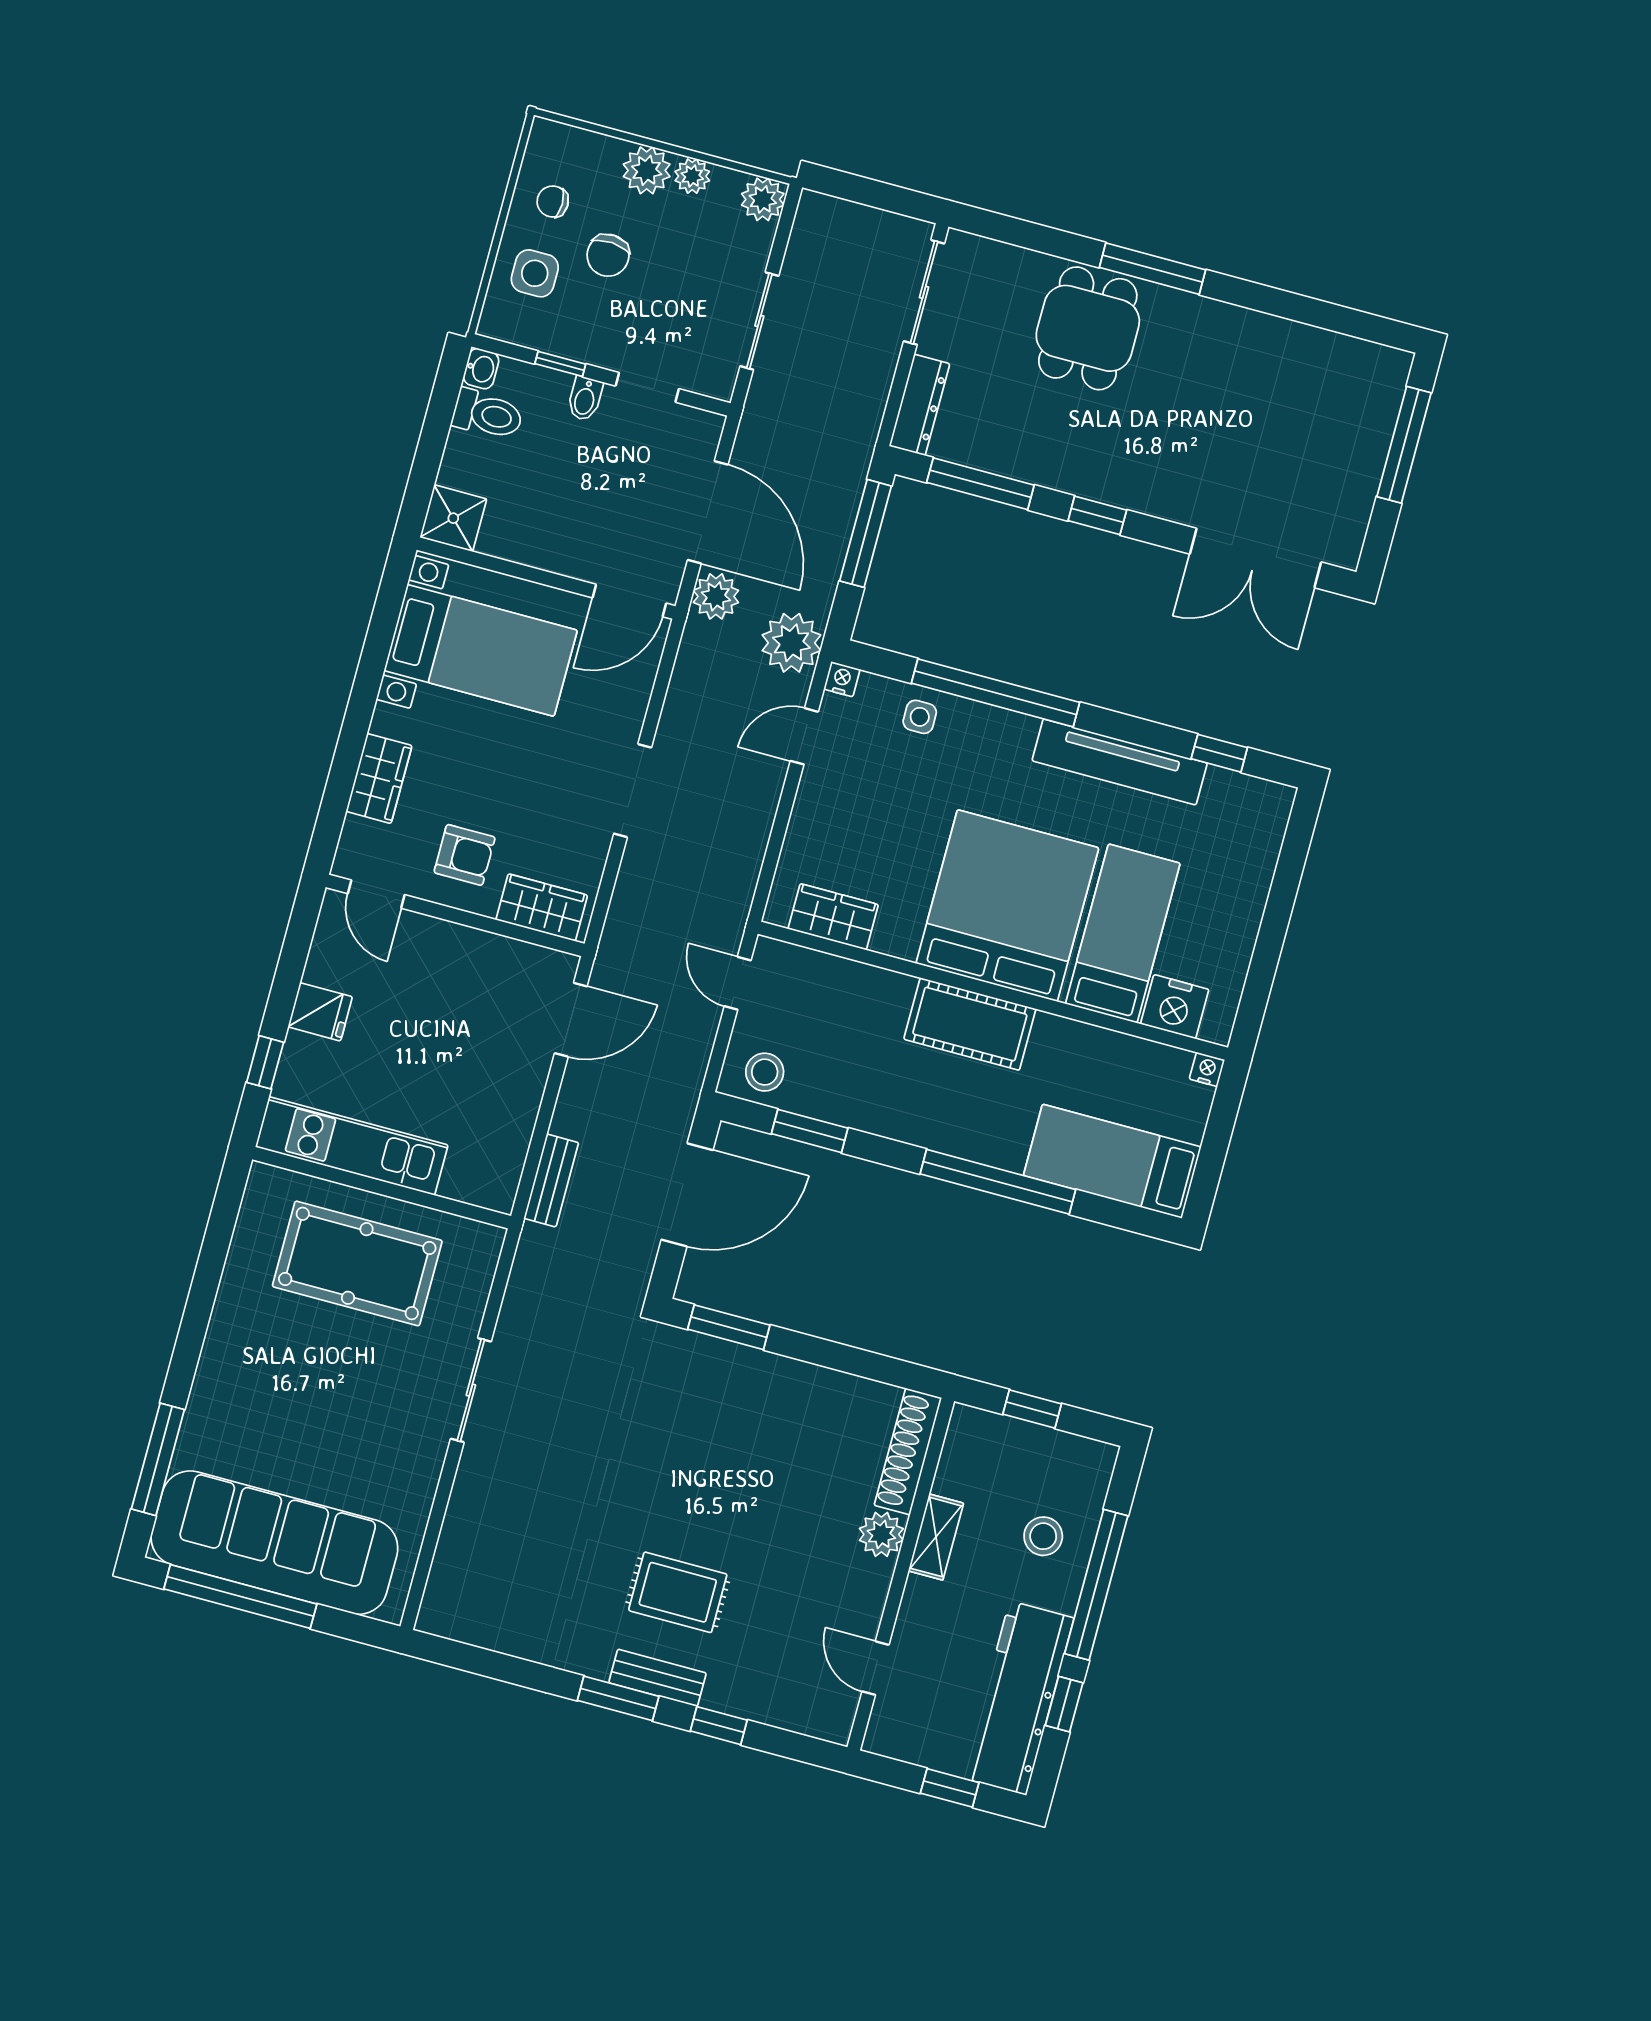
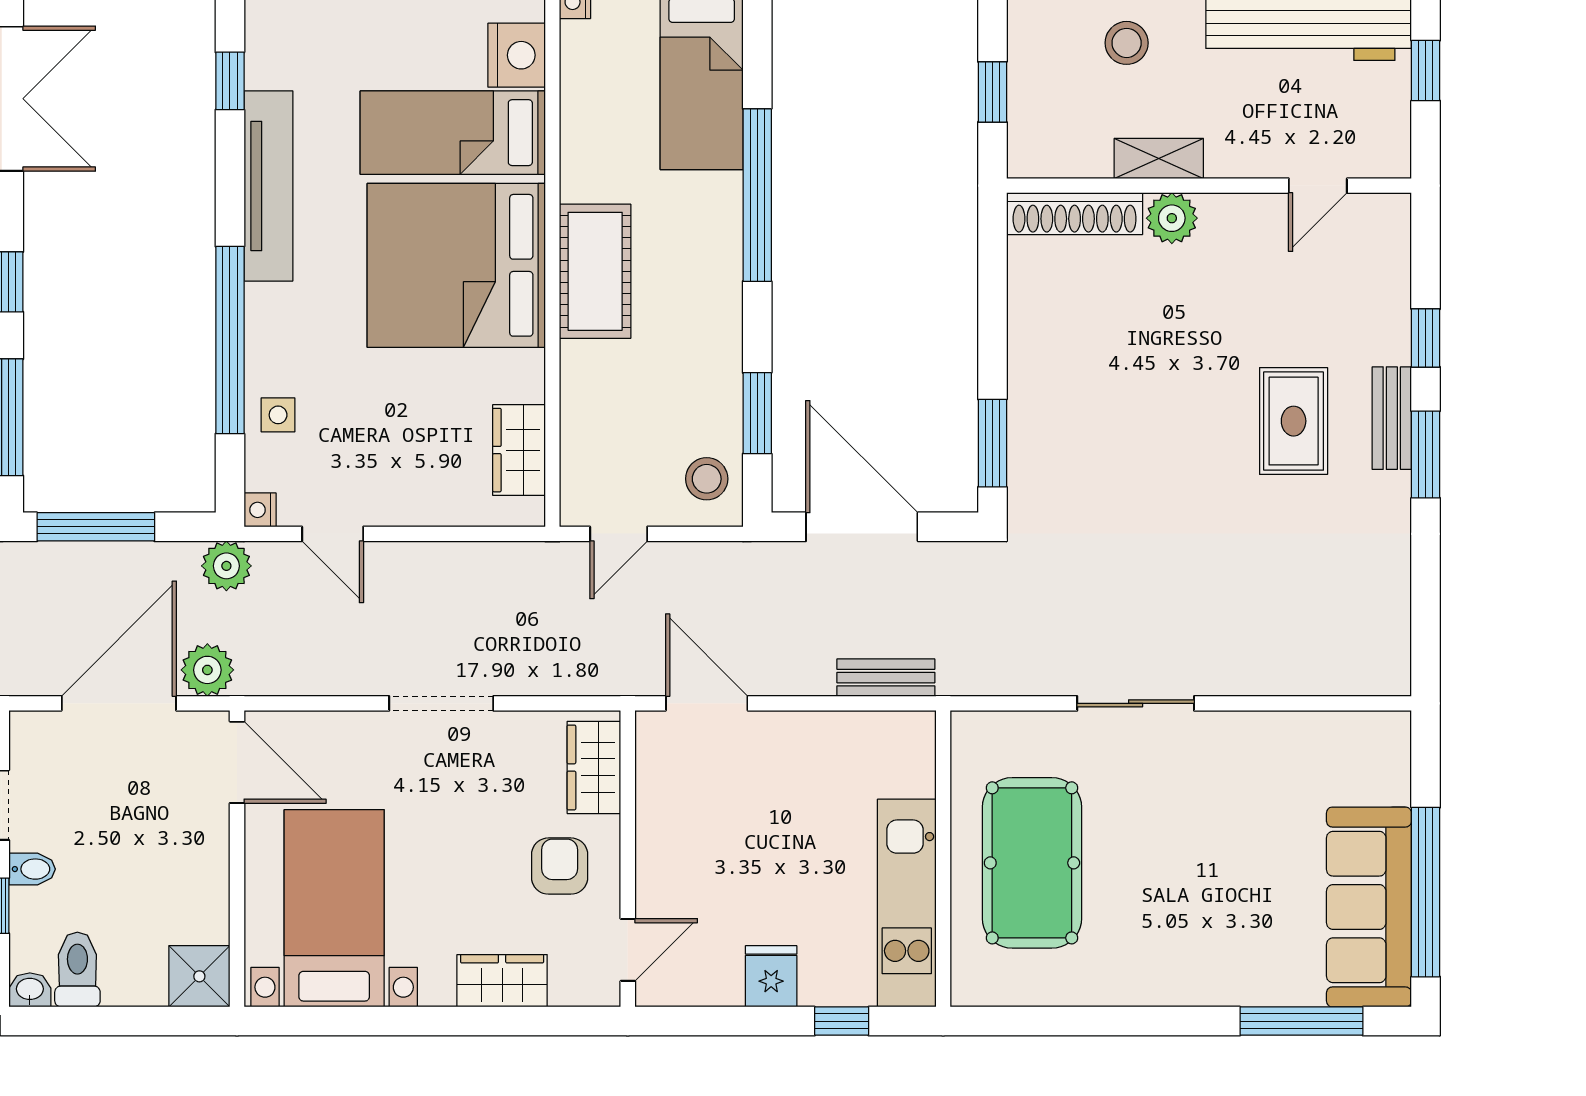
plant: (791, 643) -> (226, 566), width x0.73, depth x0.73
sofa: (274, 1543) -> (1369, 907), width x0.74, depth x0.79

